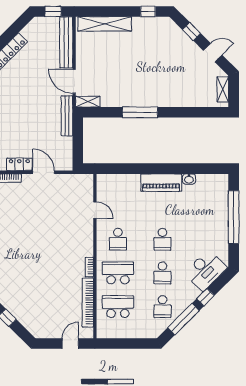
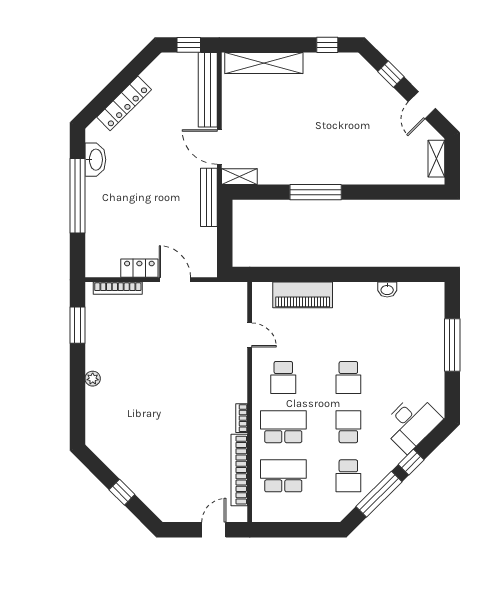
door: (213, 53) -> (422, 105), swing flipped
piano: (161, 183) -> (303, 295), moved
window: (234, 217) -> (452, 345), width x0.68
school desk: (162, 273) -> (348, 427), turned 180

